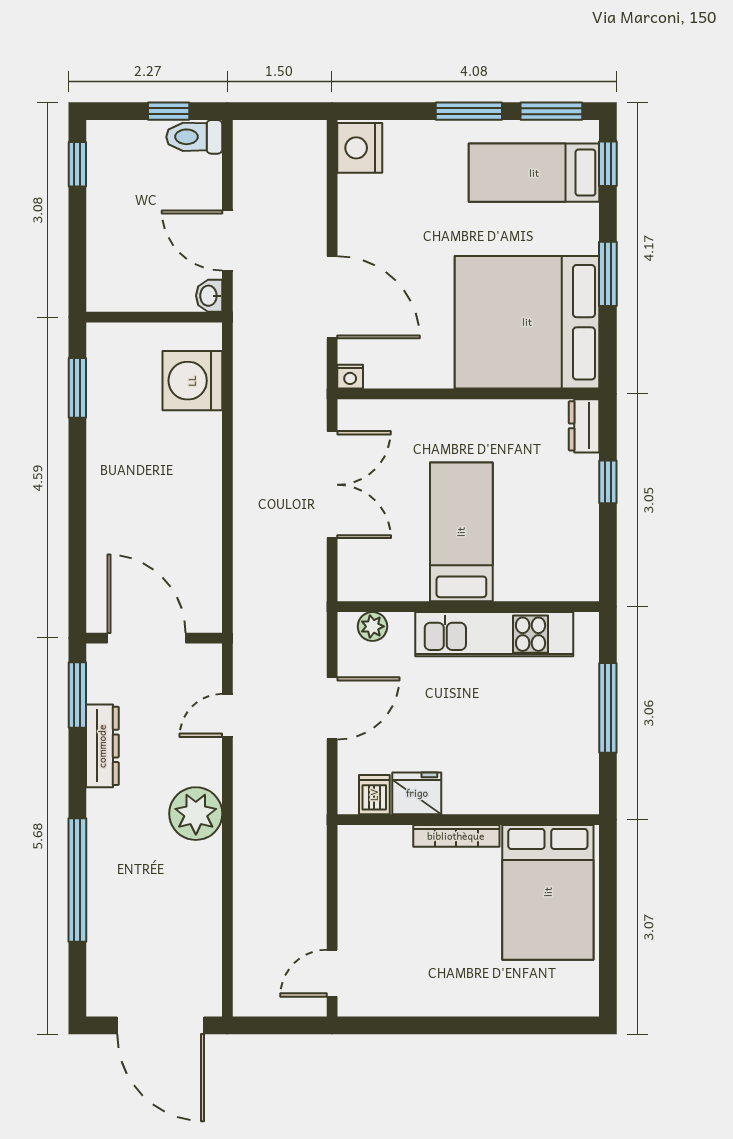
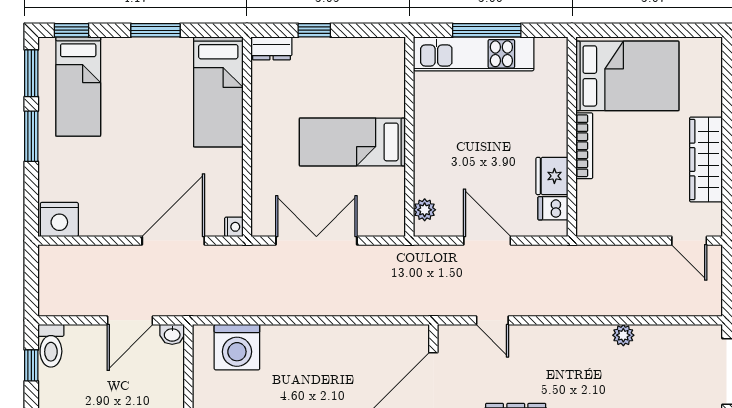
bed: (527, 322) -> (218, 92), width x0.49
kitchen unit: (494, 634) -> (474, 54), moved, turned 90
plant: (196, 814) -> (623, 335), moved, width x0.53, depth x0.53
wardrobe: (438, 995) -> (706, 159), added

